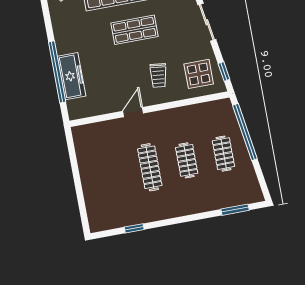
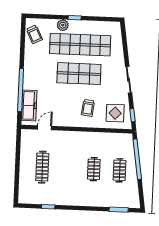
shop shelf: (135, 30) -> (79, 74), width x1.43, depth x1.36
freezer: (72, 76) -> (29, 105), moved
door: (133, 112) -> (45, 128), moved
clothes rail: (150, 167) -> (42, 167), moved

